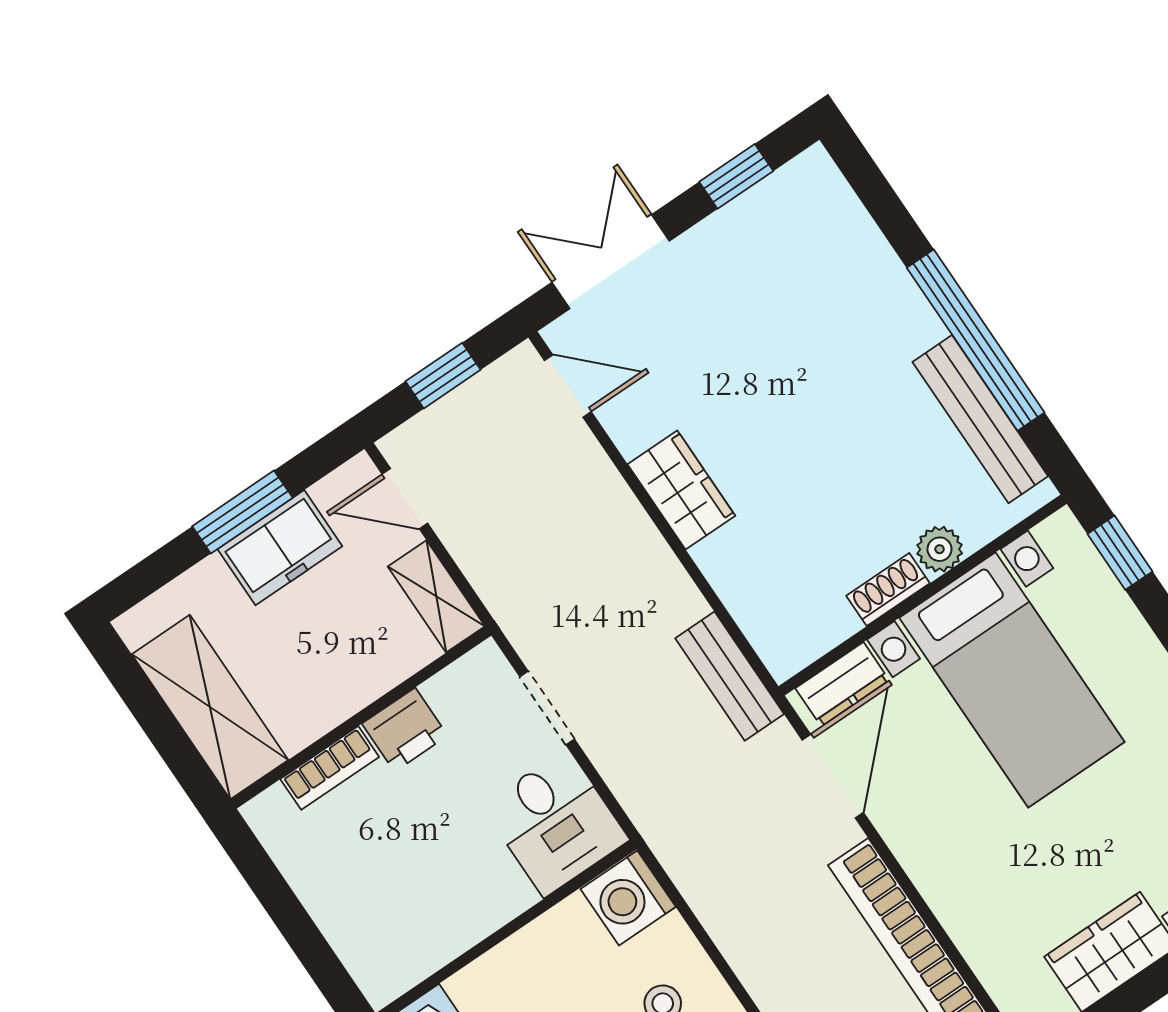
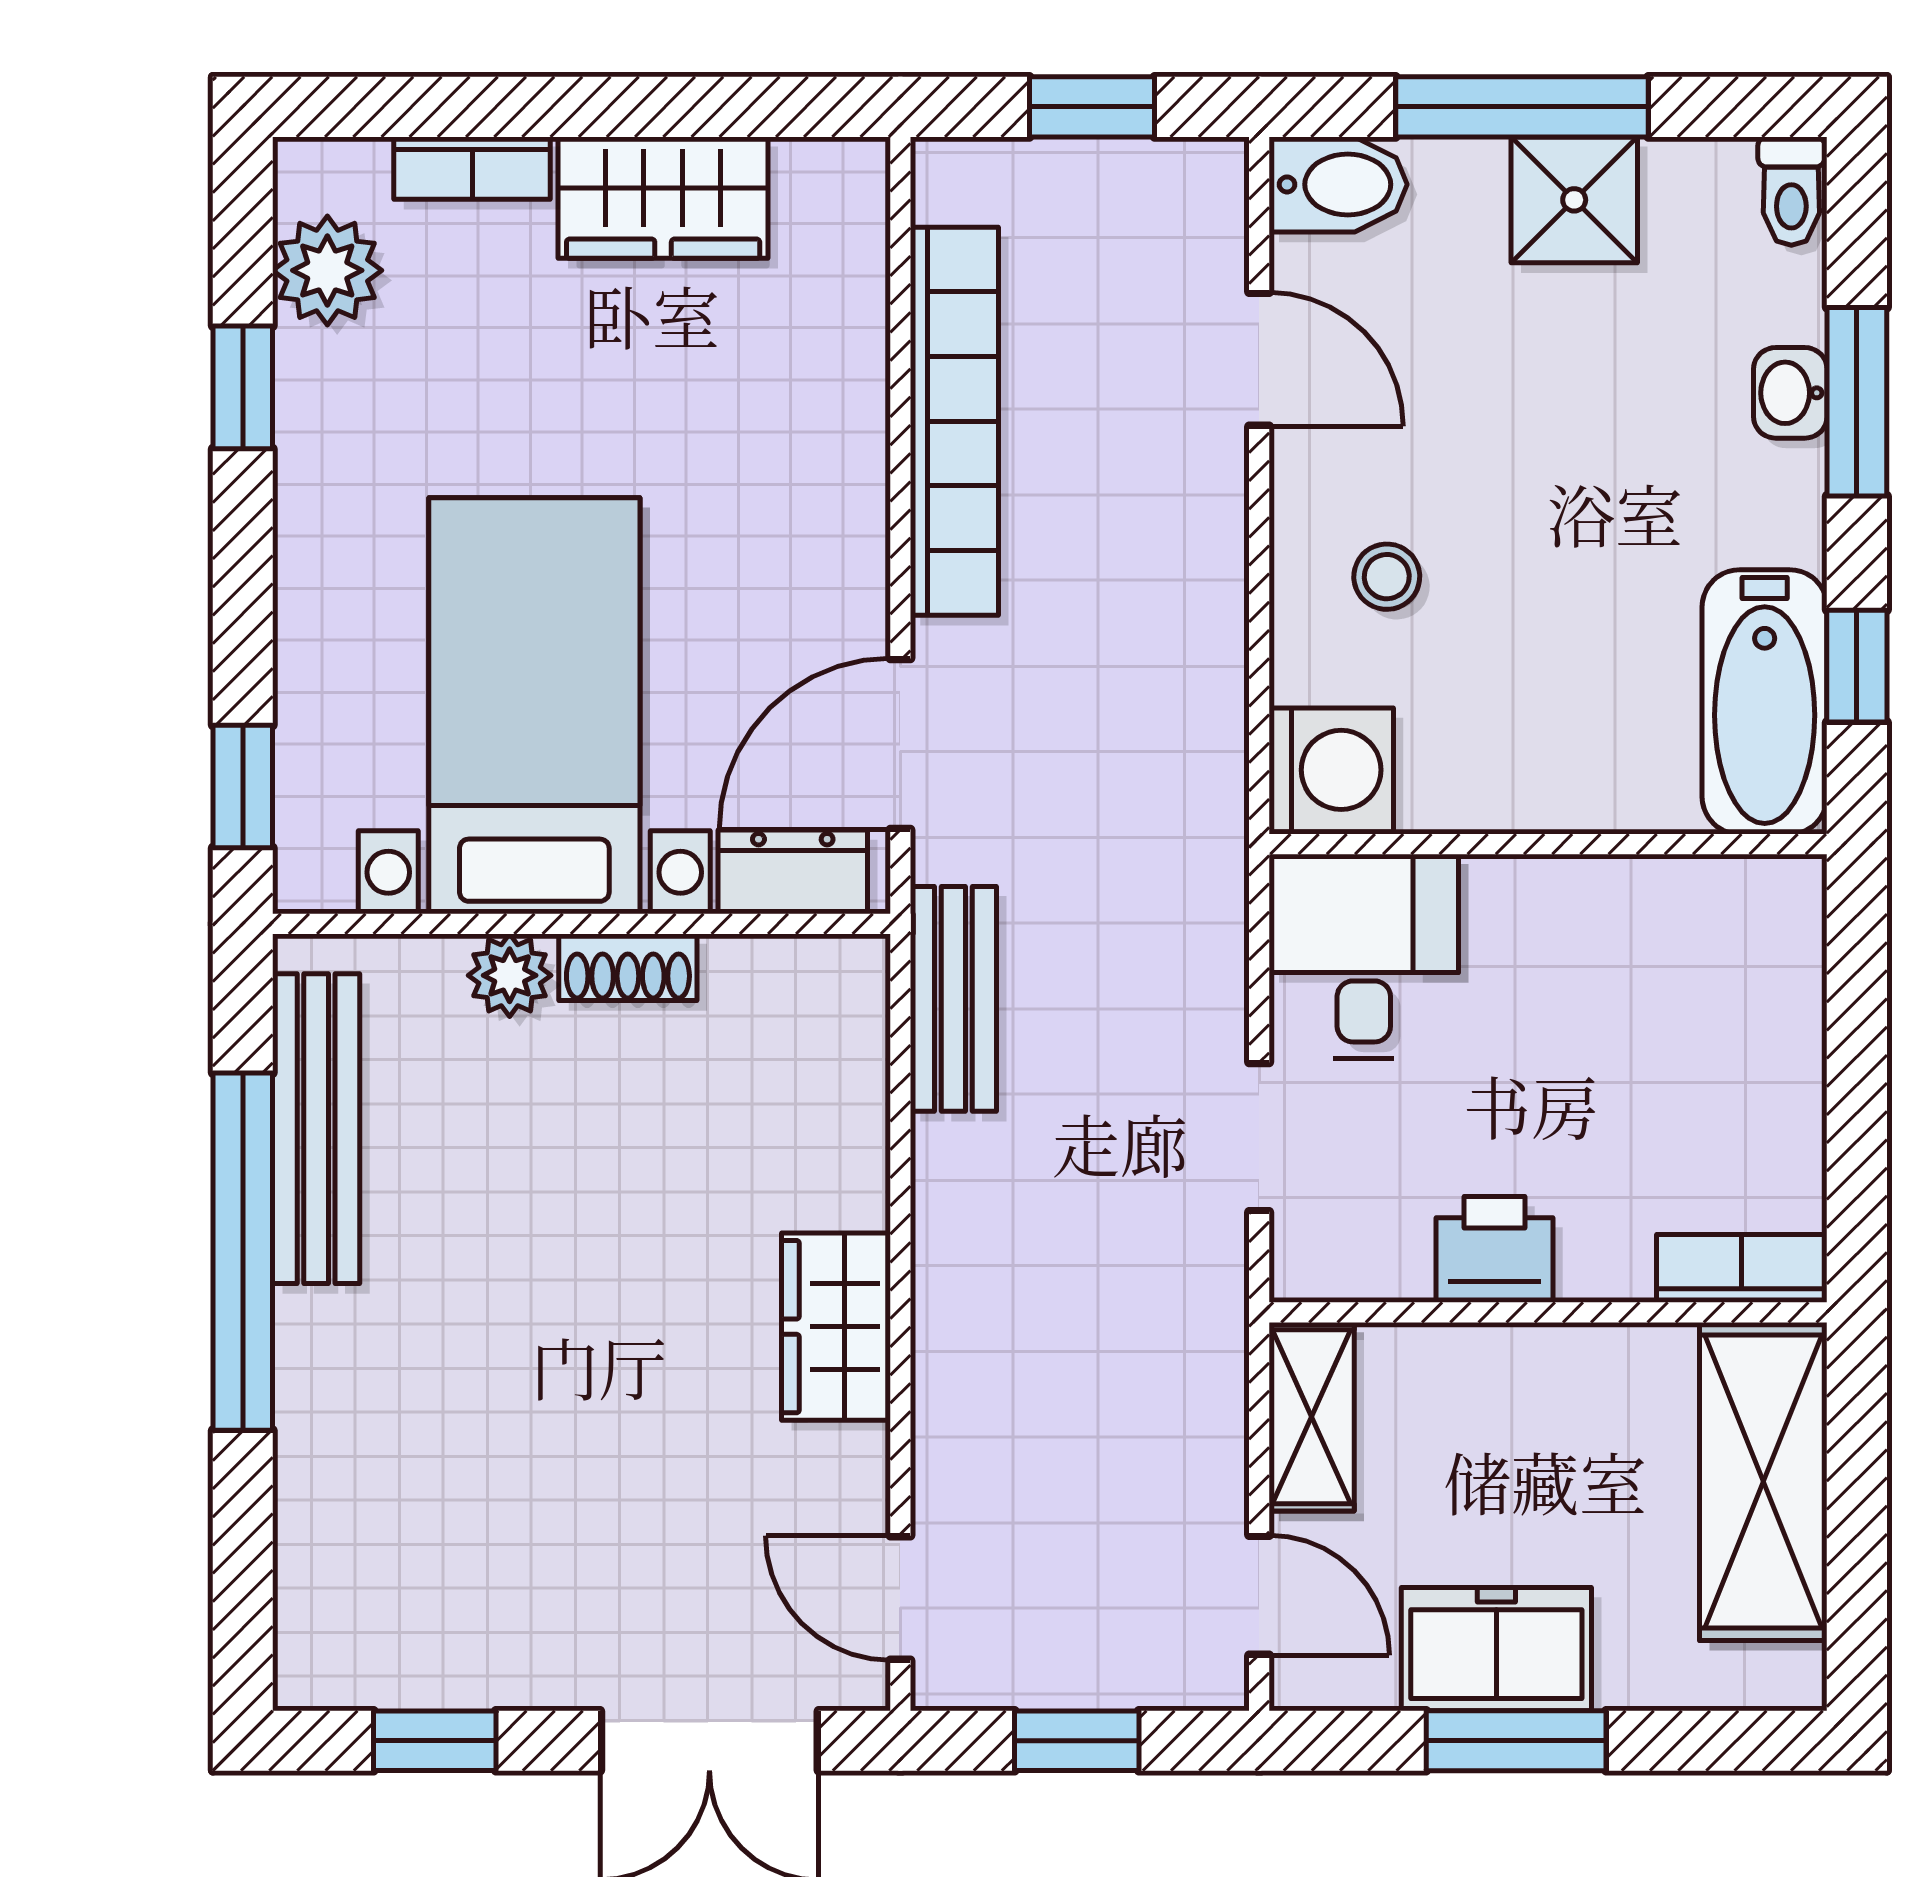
bookcase: (330, 768) -> (1742, 1268), moved

